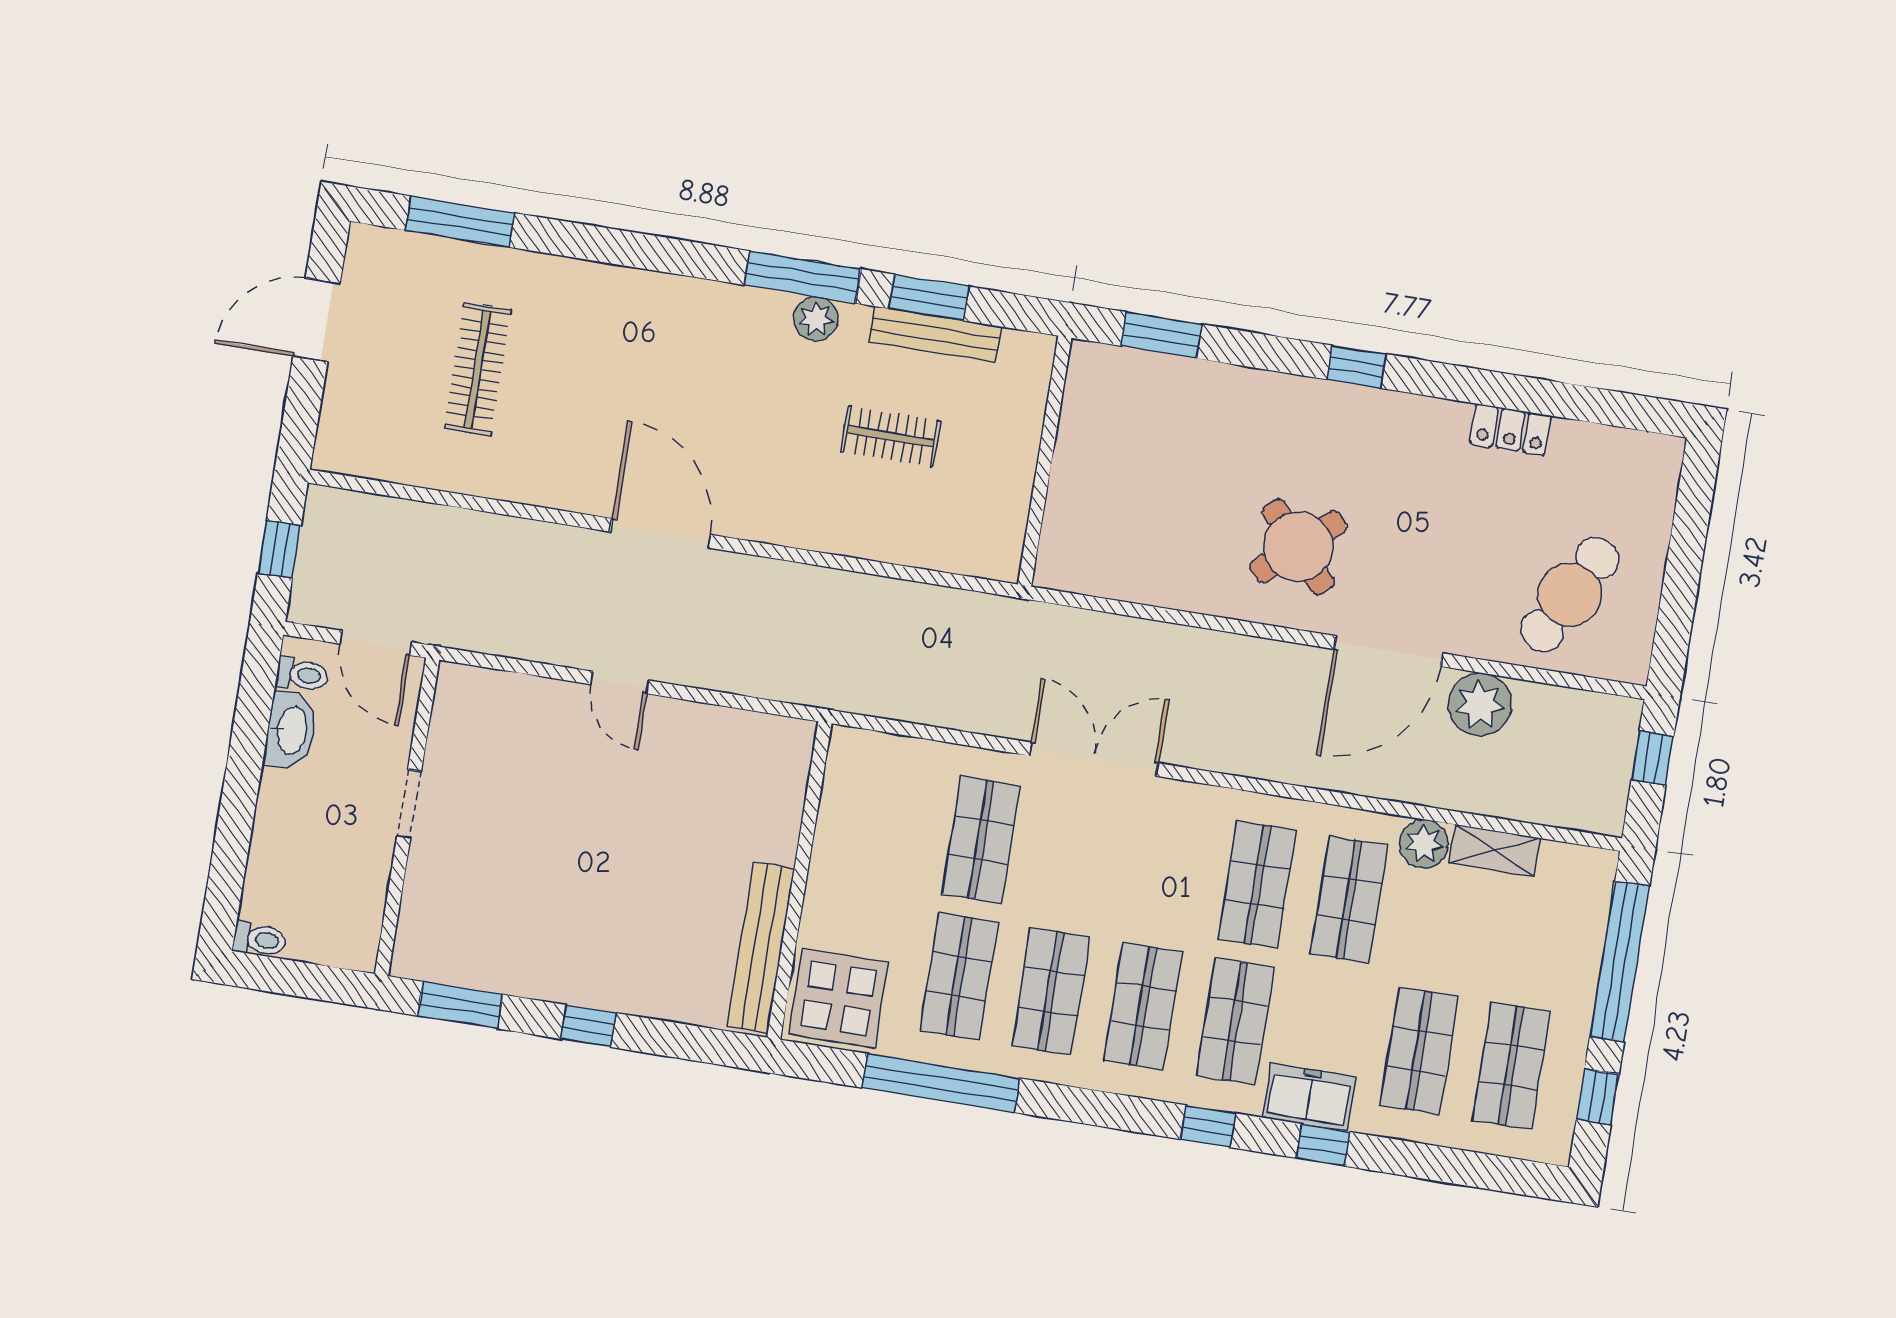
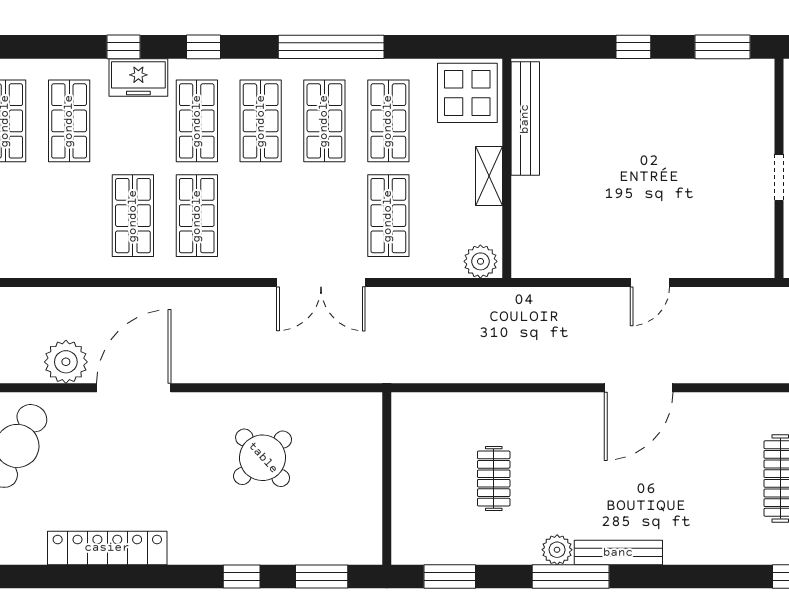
window: (929, 297) -> (450, 577), moved
bench: (935, 334) -> (618, 553), moved
window: (1356, 367) -> (242, 577), moved
locker: (1511, 430) -> (107, 548), width x2.16, depth x1.21
clothes rail: (891, 436) -> (494, 478), turned 90
door: (661, 533) -> (639, 388), hinge flipped
round table: (1298, 547) -> (263, 458), moved
door: (620, 682) -> (650, 282), swing flipped
plant: (1424, 844) -> (480, 261), moved
shelving: (1495, 850) -> (489, 176), moved, turned 90
window: (941, 1083) -> (331, 47), moved

